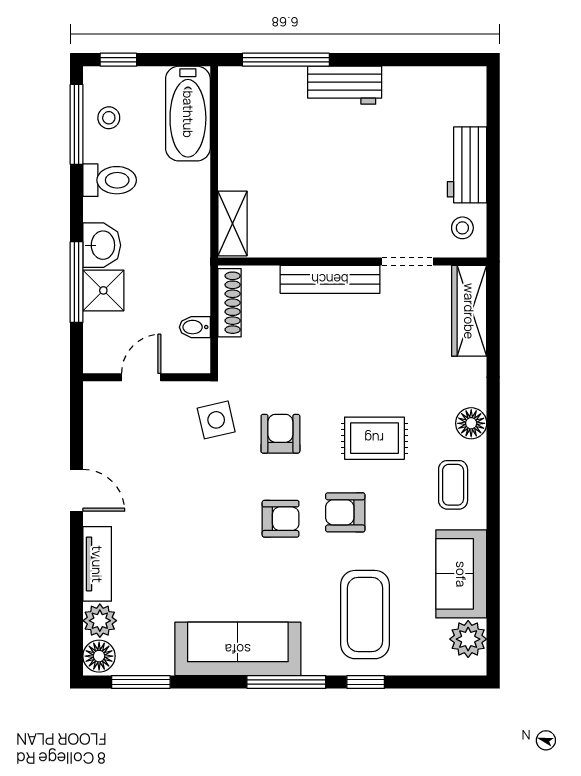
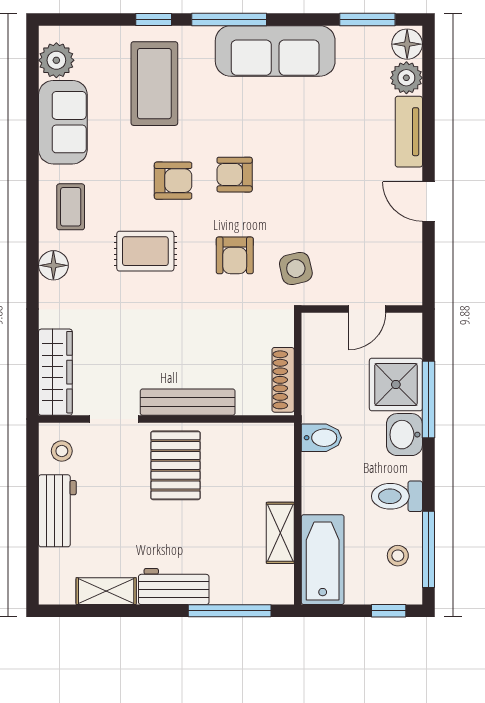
shelving: (416, 80) -> (106, 591), added
pallet: (343, 213) -> (175, 465), added
shelving: (233, 223) -> (280, 533), moved
shower: (103, 290) -> (396, 384), width x1.36, depth x1.36
bidet: (195, 327) -> (321, 438), moved, width x1.38, depth x1.36

